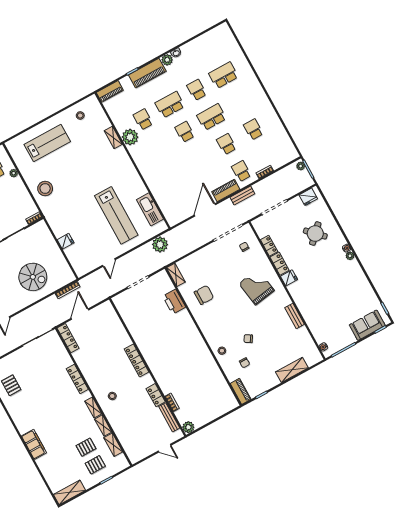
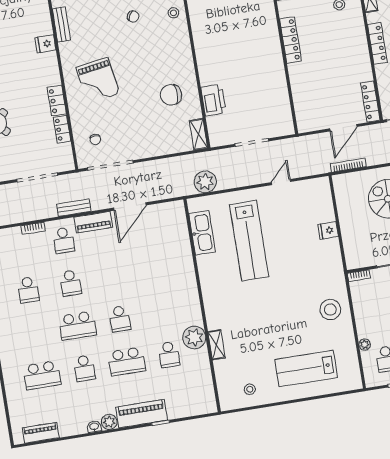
piano: (110, 91) -> (41, 433), moved
lab bench: (116, 215) -> (249, 241), turned 180
fridge: (289, 278) -> (45, 44), moved

